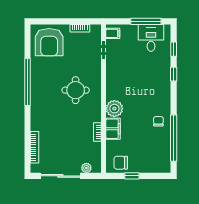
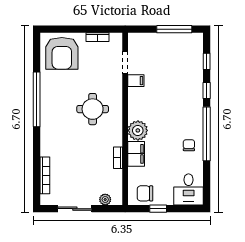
filing cabinet: (113, 33) -> (136, 81), moved
desk: (151, 38) -> (189, 189), moved, turned 180
window: (174, 138) -> (207, 134), moved
sliding door: (60, 176) -> (75, 209), width x0.73

